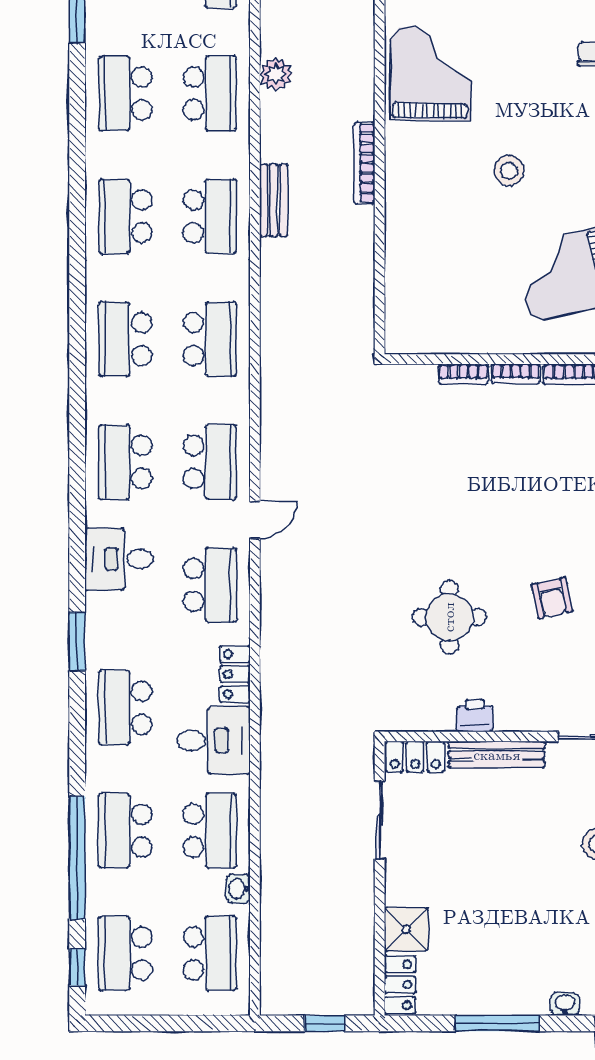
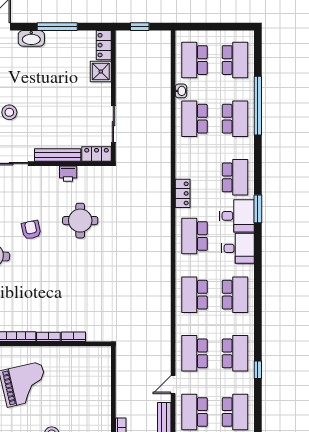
door: (255, 520) -> (173, 385), moved
desk: (214, 740) -> (237, 216), moved, turned 180
window: (77, 967) -> (258, 370), moved
washbasin: (565, 1004) -> (31, 38), width x1.91, depth x1.45

